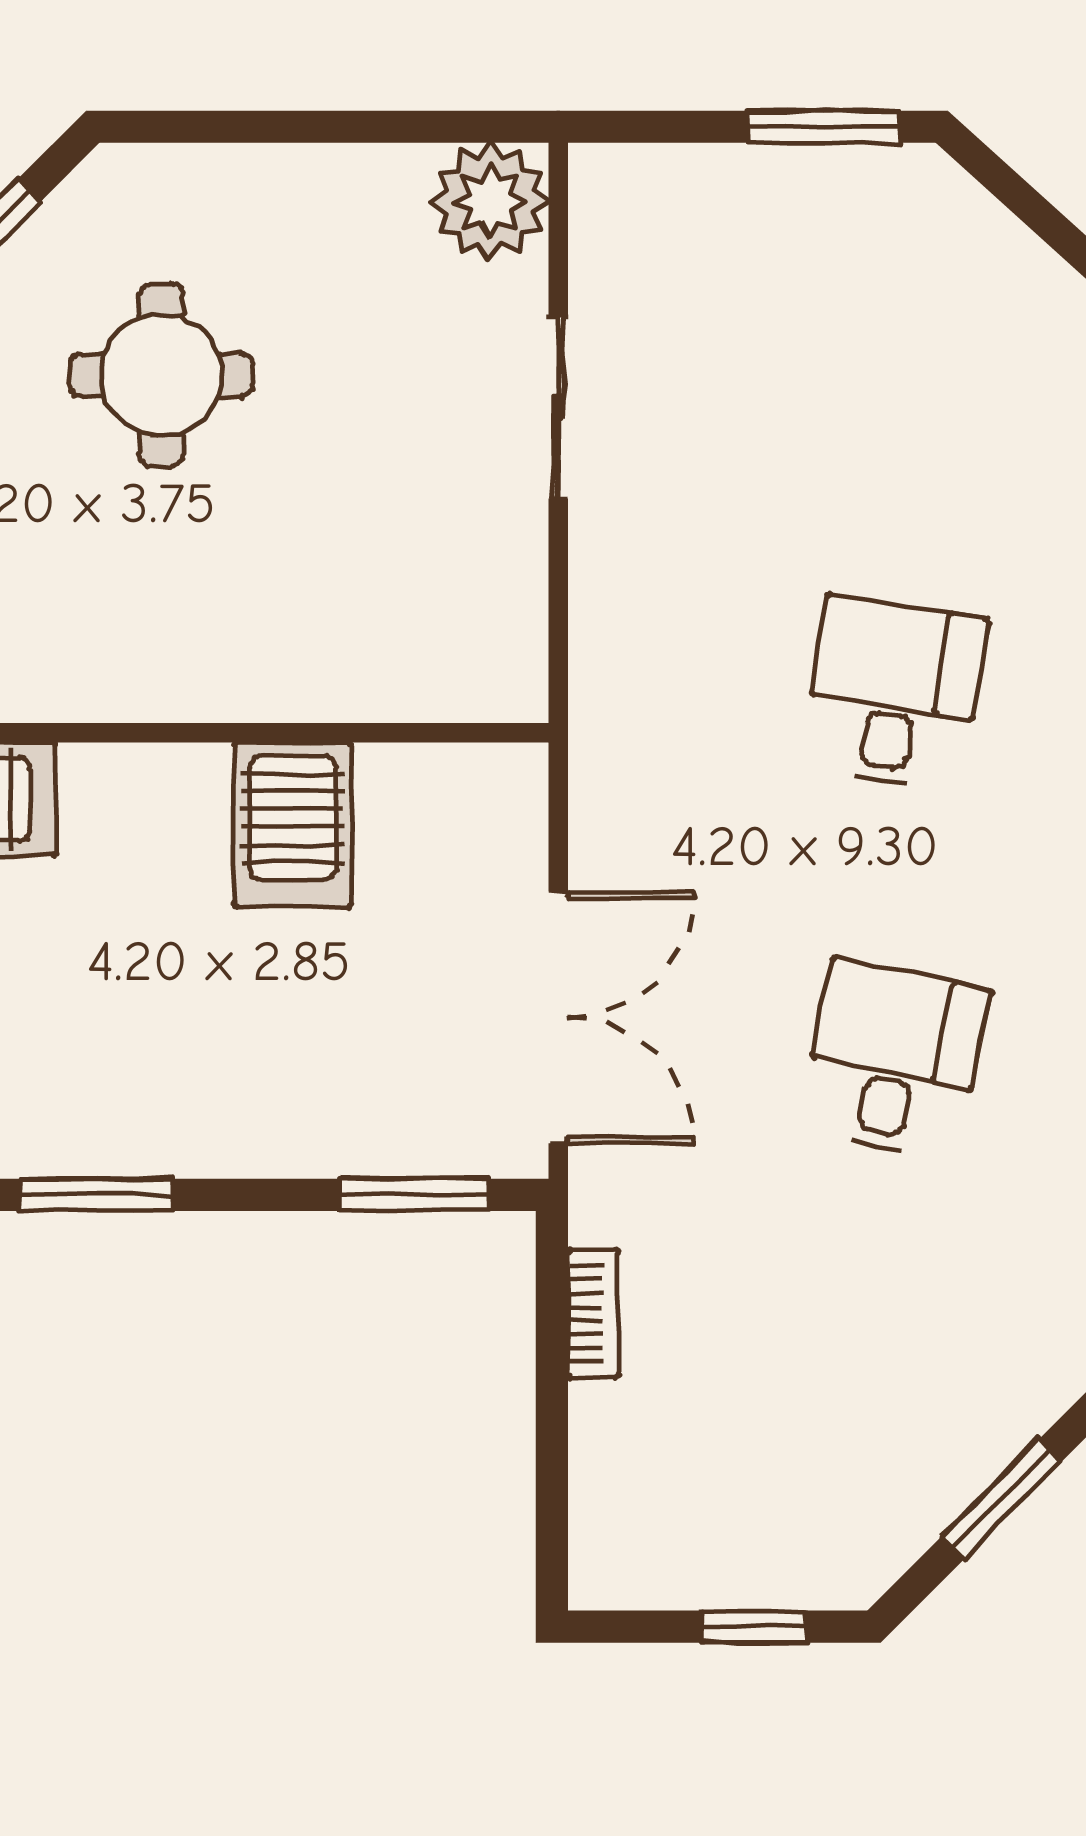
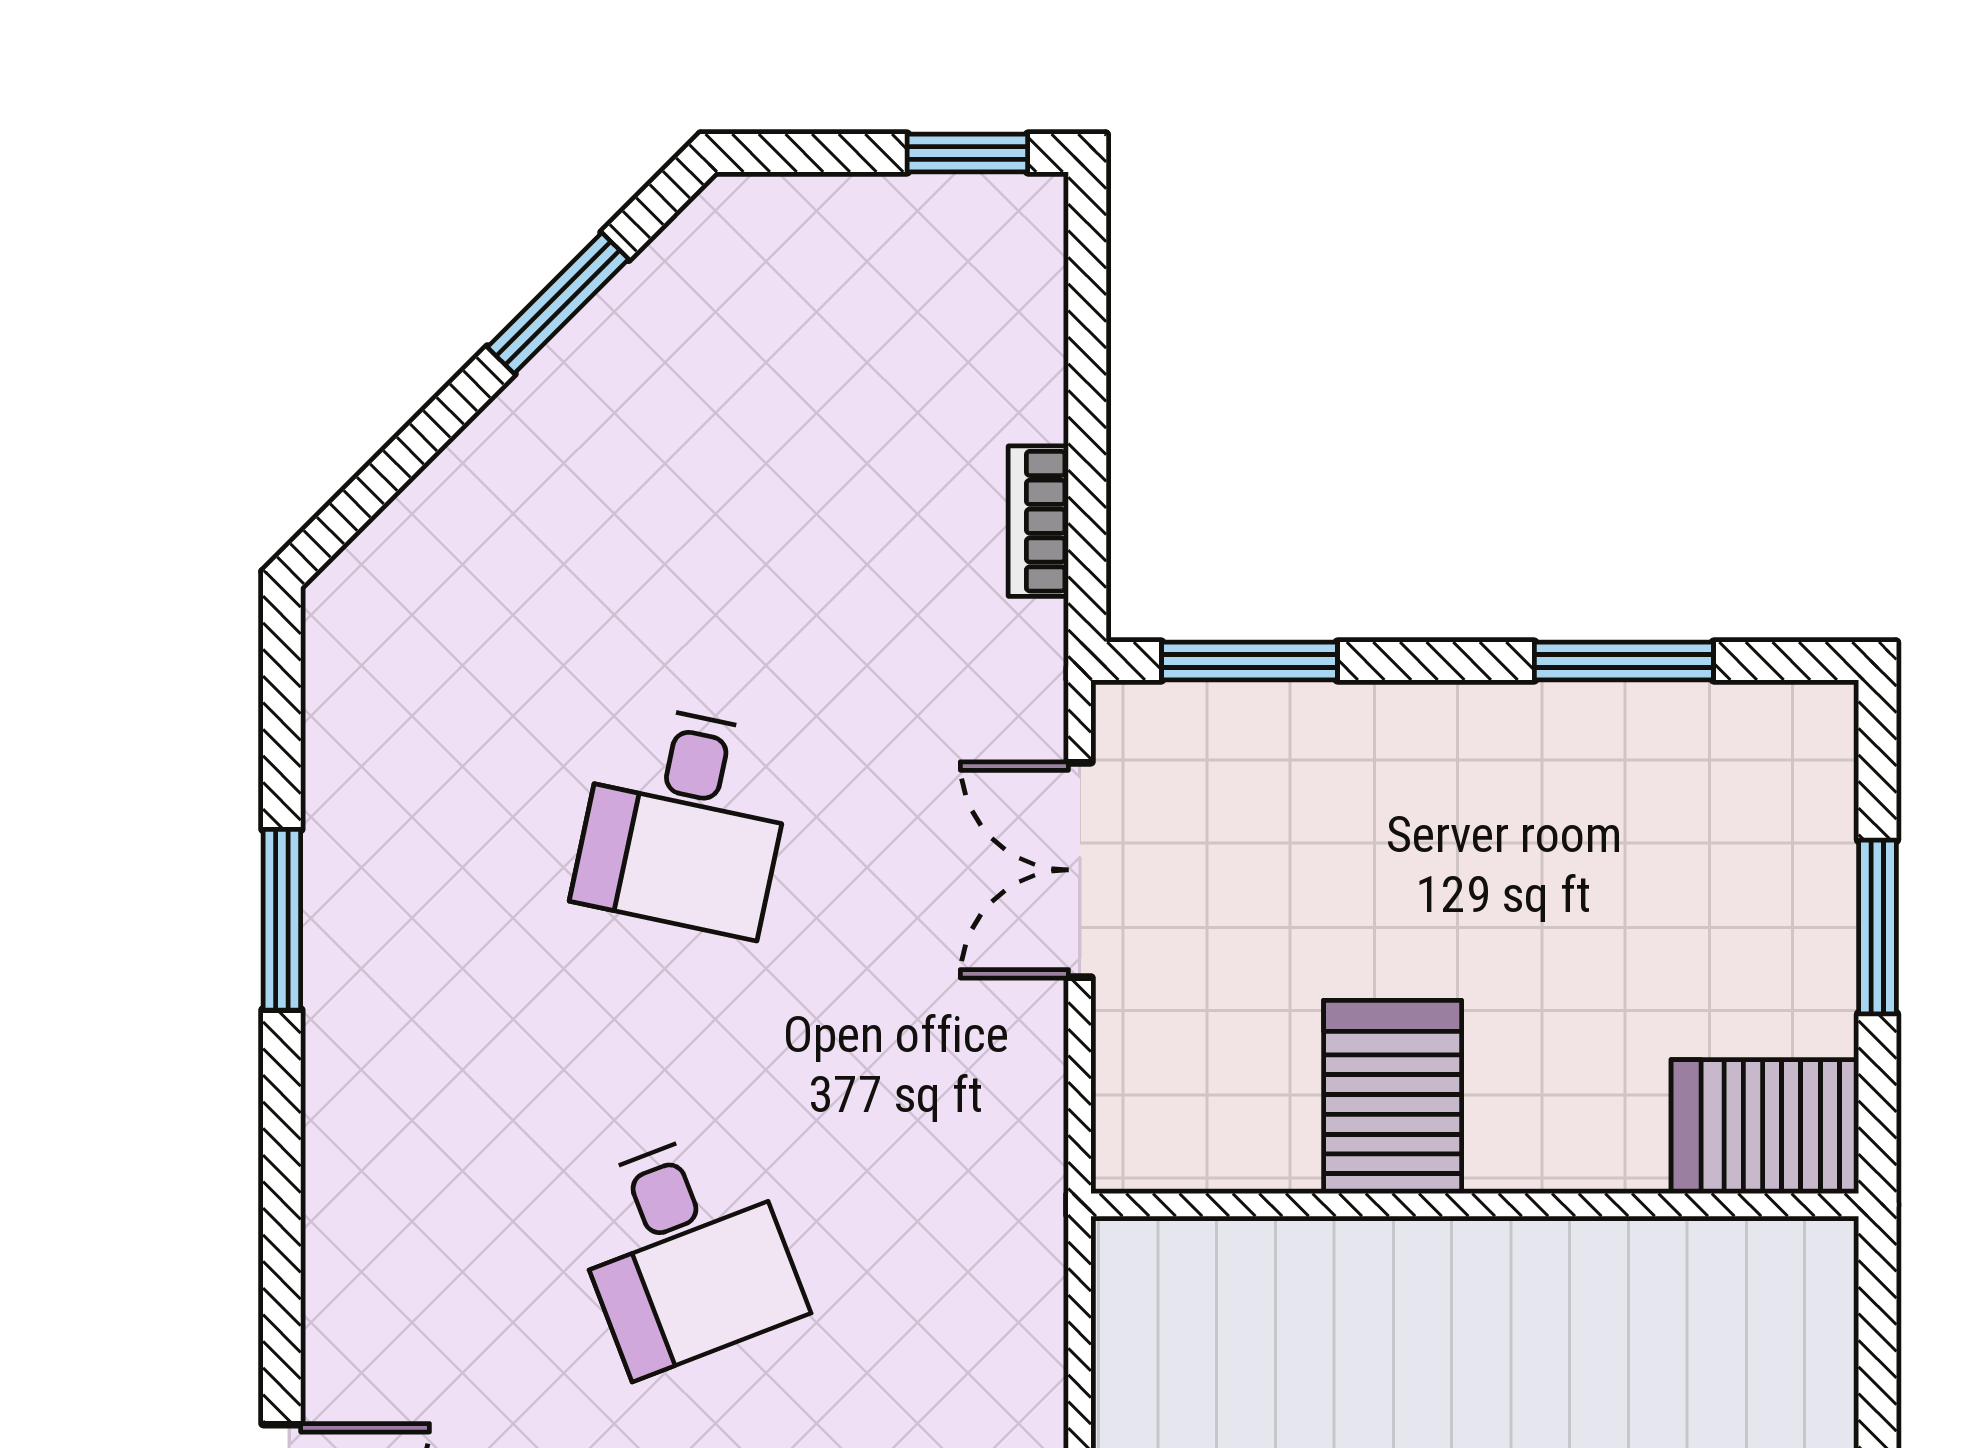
desk: (894, 693) -> (685, 1251), turned -30
double door: (558, 1017) -> (1080, 870), width x0.73
window: (754, 1627) -> (967, 153), moved

